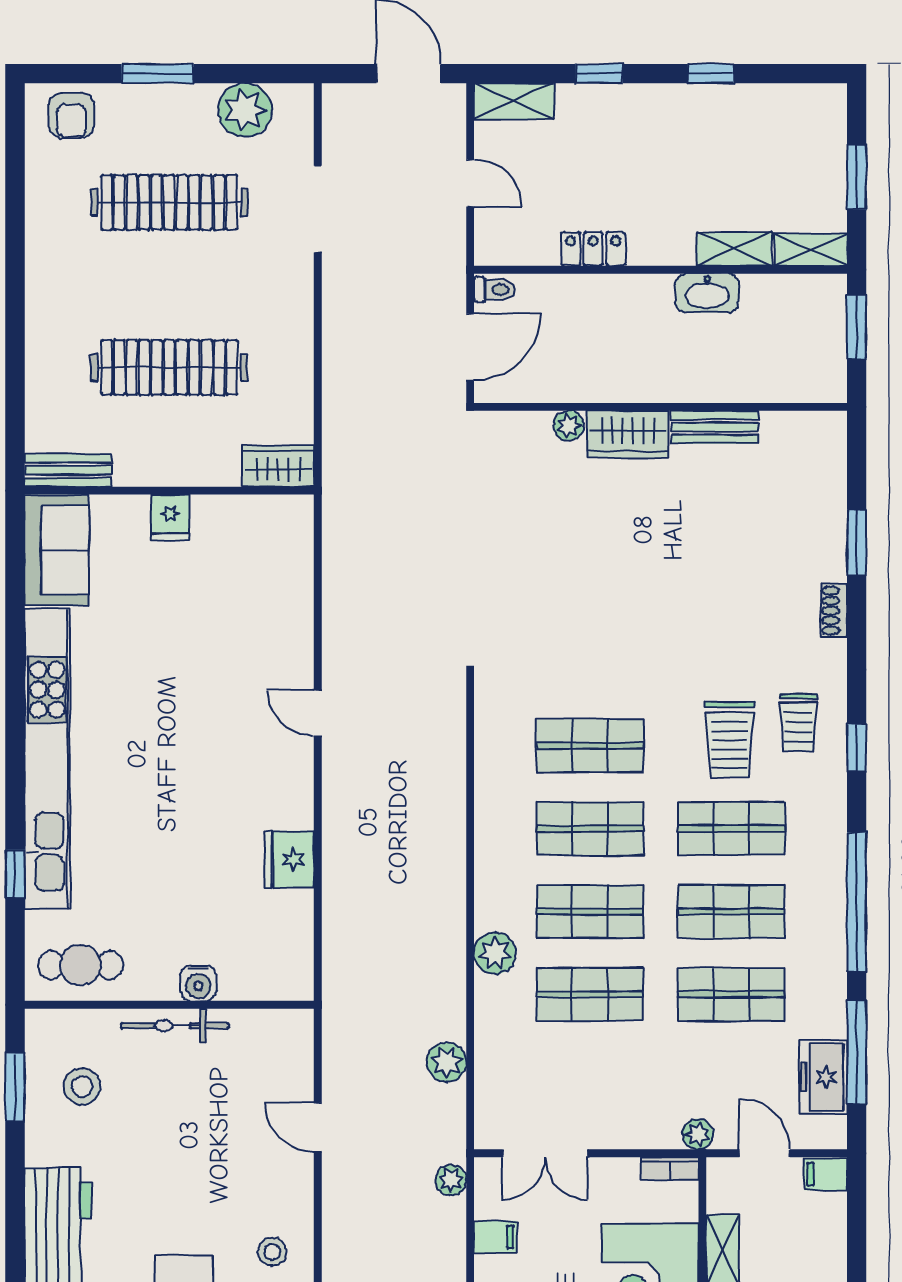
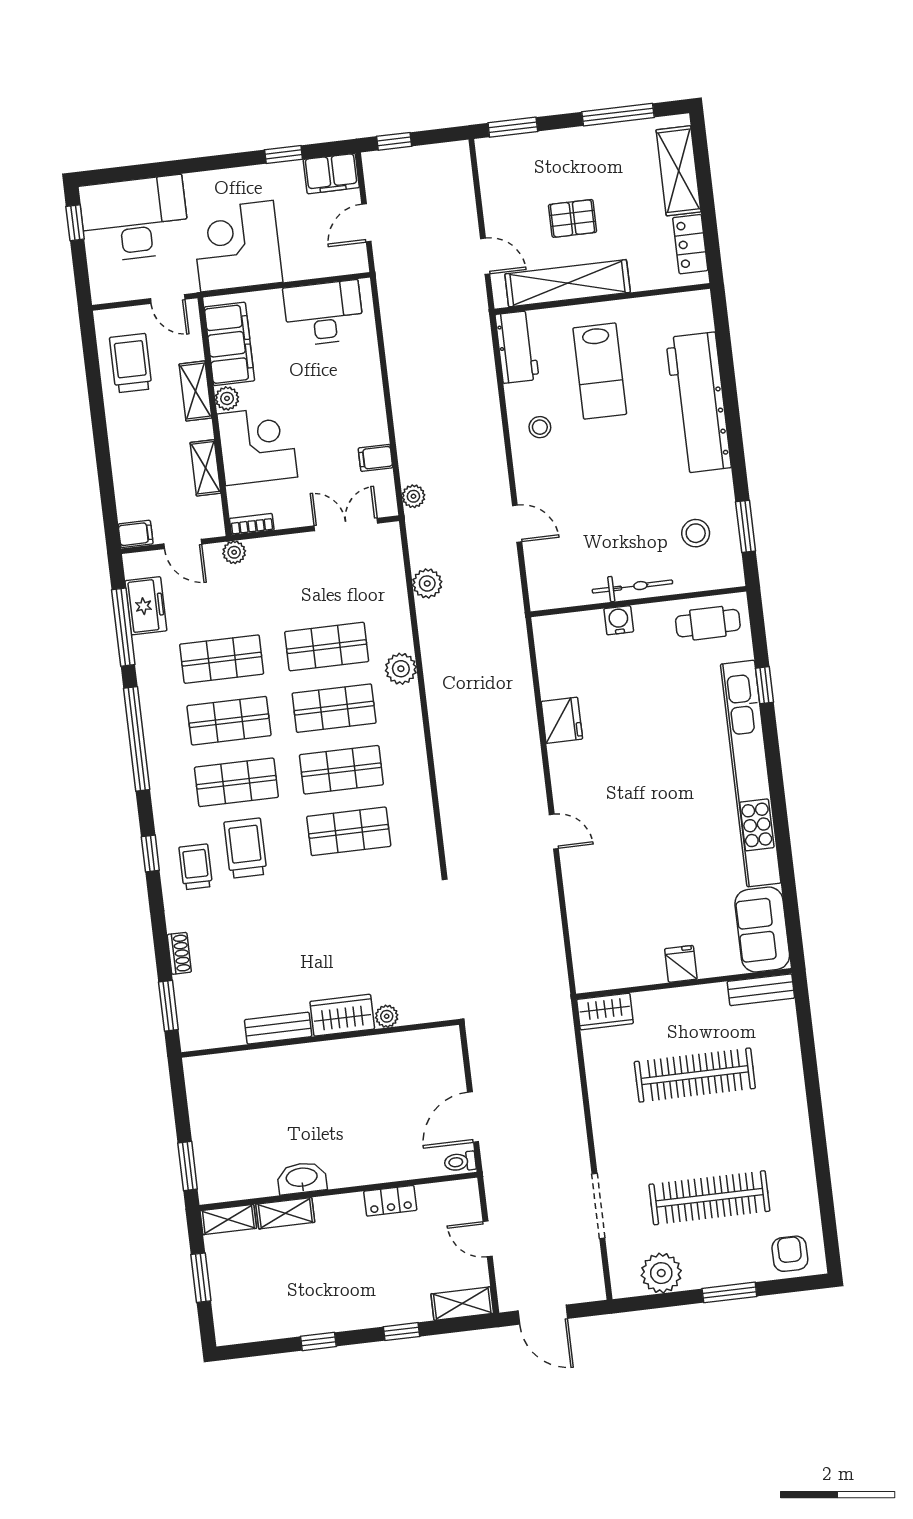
wall: (661, 407) -> (320, 1038), moved
plant: (569, 426) -> (387, 1016), moved
bench: (715, 427) -> (278, 1028), moved
wardrobe: (628, 434) -> (342, 1015), moved

